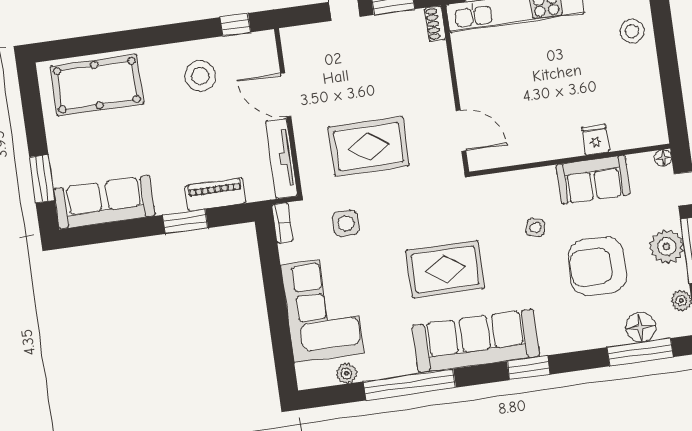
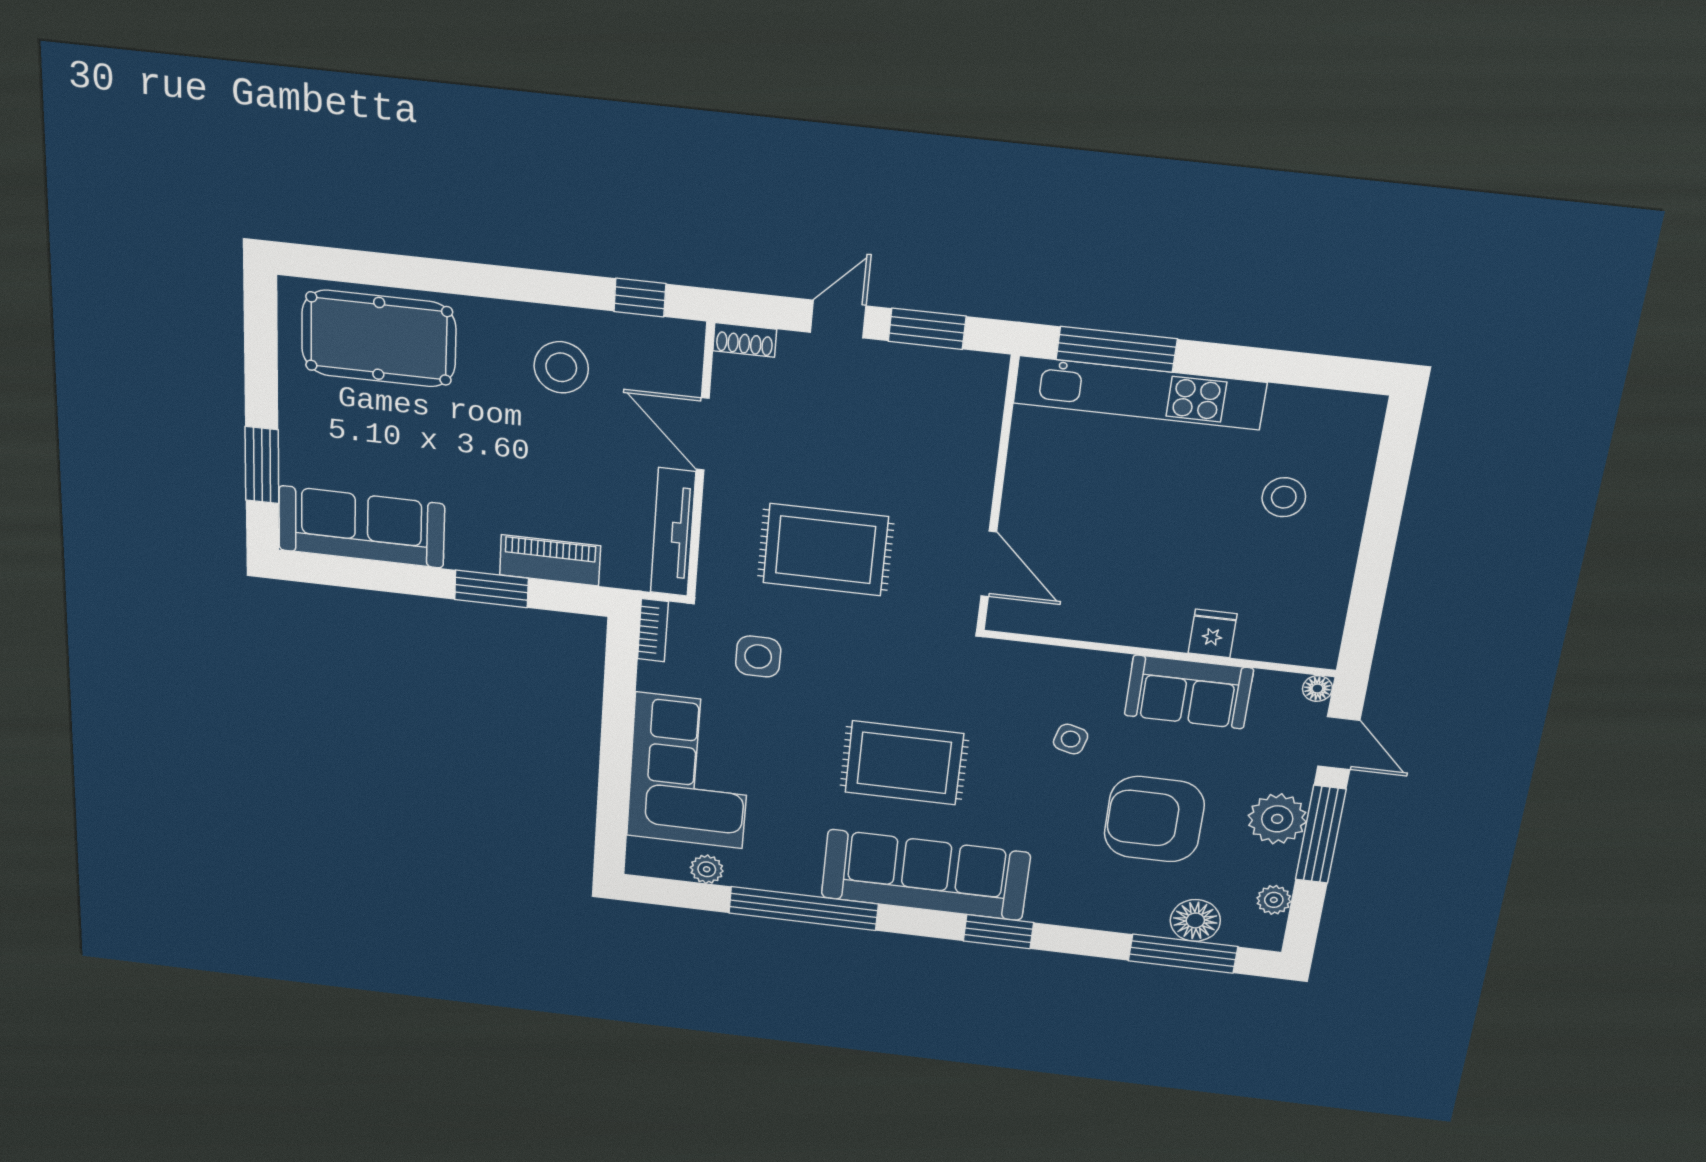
shoe rack: (435, 24) -> (745, 340), moved, turned -90
stool: (632, 31) -> (1284, 497), moved

